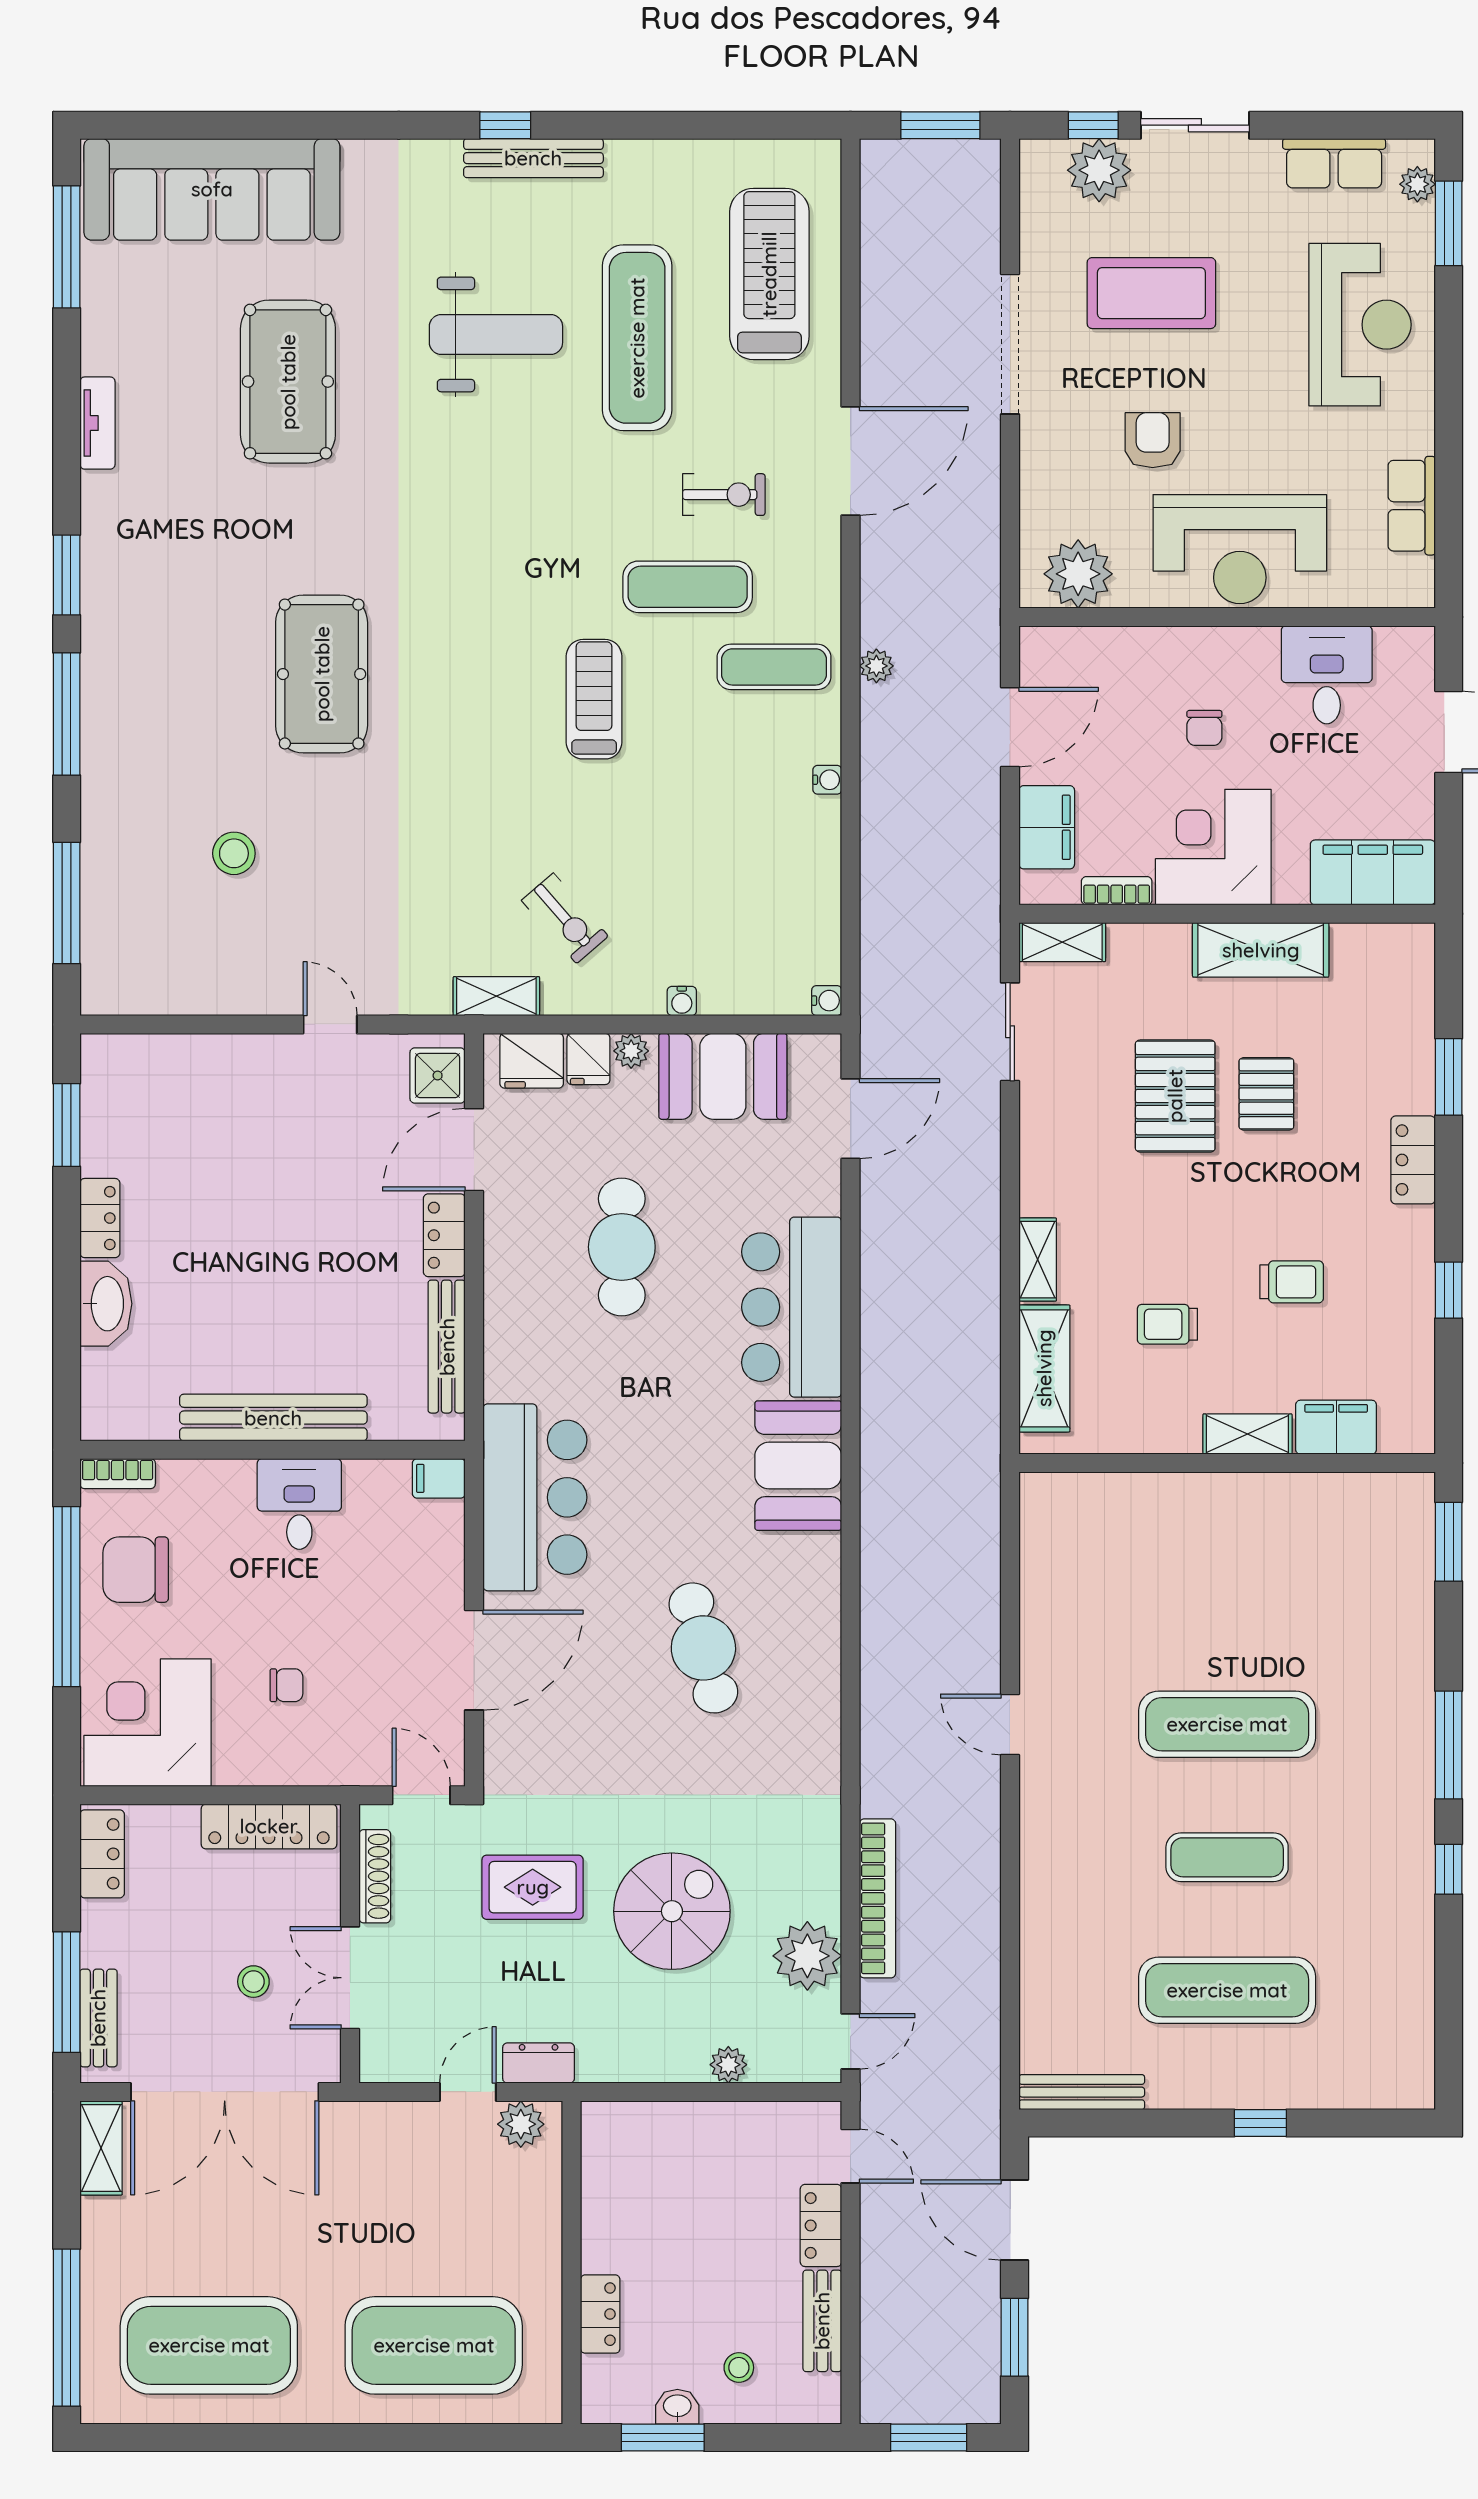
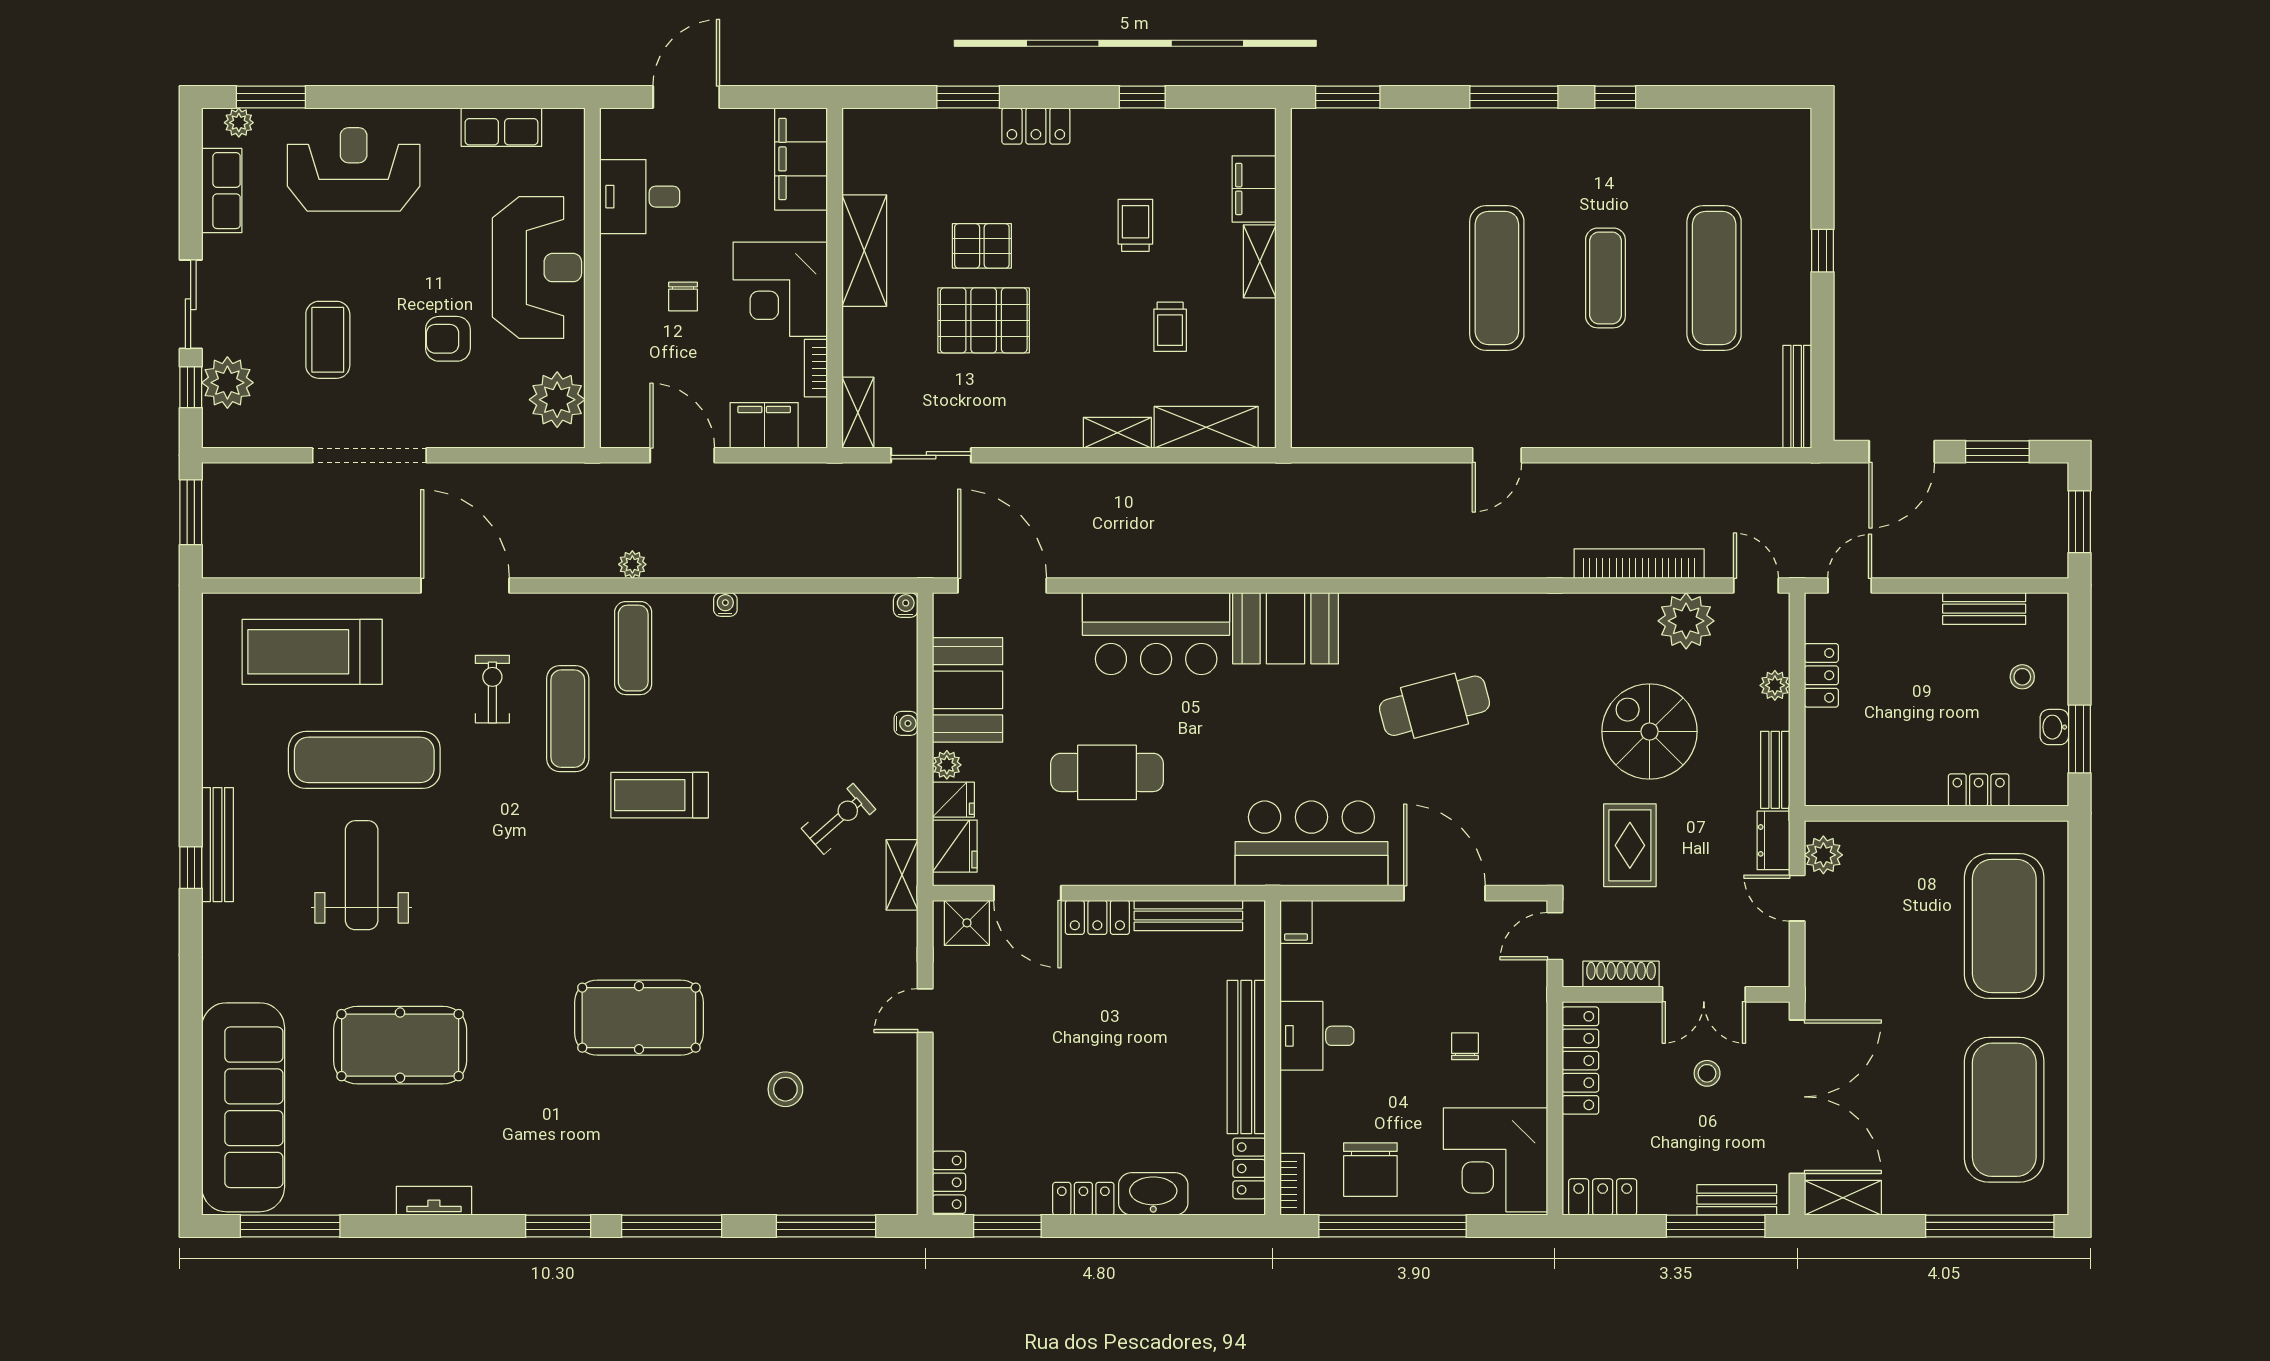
coffee table: (1151, 293) -> (328, 340), width x0.73, depth x0.76
chair: (1204, 728) -> (683, 297), turned 90
locker: (120, 1054) -> (949, 1182), added
door: (851, 1119) -> (1002, 586), width x1.36
locker: (137, 1421) -> (1249, 1168), added
bench: (625, 2065) -> (1775, 770), added
locker: (821, 2225) -> (1821, 675), moved, turned -90

